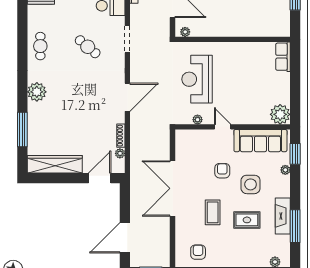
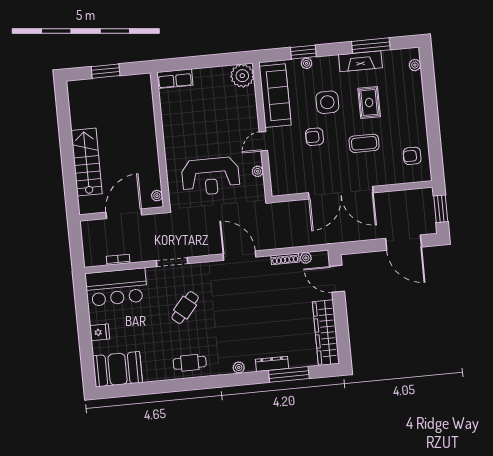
plant: (37, 92) -> (239, 367), width x0.53, depth x0.53
dresser: (33, 116) -> (272, 364), added
window: (295, 154) -> (303, 52), moved

